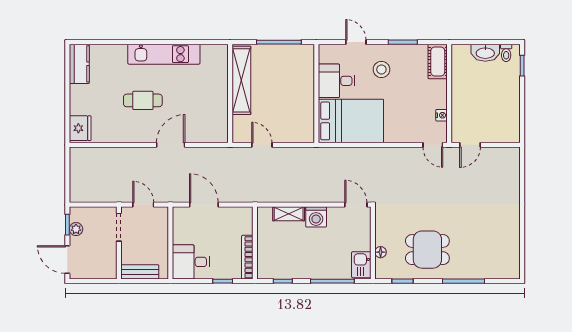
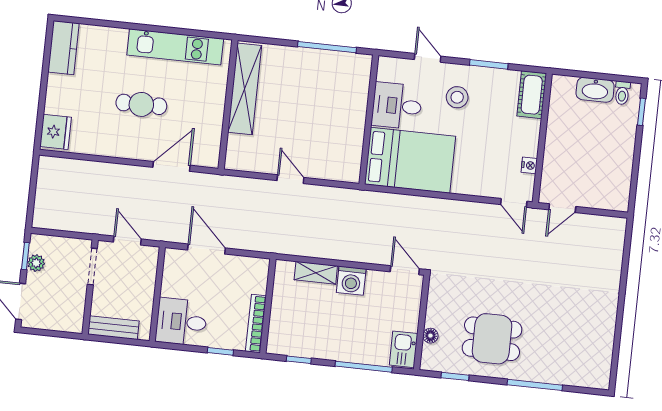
shelving: (241, 80) -> (245, 89), moved
wall: (230, 93) -> (228, 104), moved

